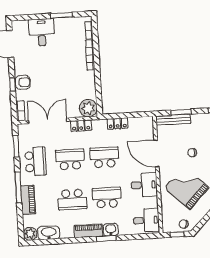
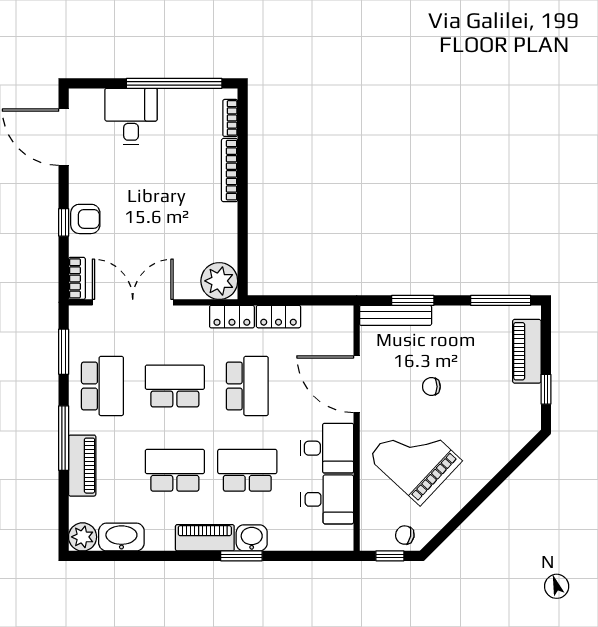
window: (61, 15) -> (174, 83), width x2.11
locker: (81, 126) -> (232, 317), moved
school desk: (104, 157) -> (247, 386), turned 90
school desk: (72, 200) -> (175, 470), turned 180
desk: (146, 220) -> (327, 499), moved

